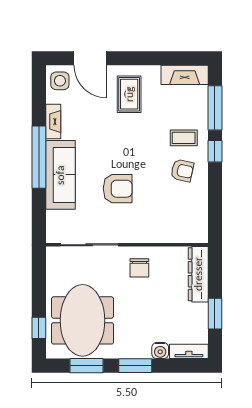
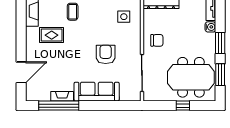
side table: (60, 81) -> (124, 17), moved
rug: (129, 94) -> (52, 35), moved
window: (39, 157) -> (59, 106), moved
armchair: (182, 171) -> (94, 13), removed
window: (39, 328) -> (183, 106), moved

